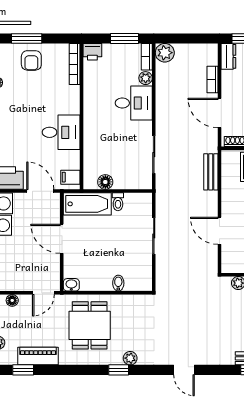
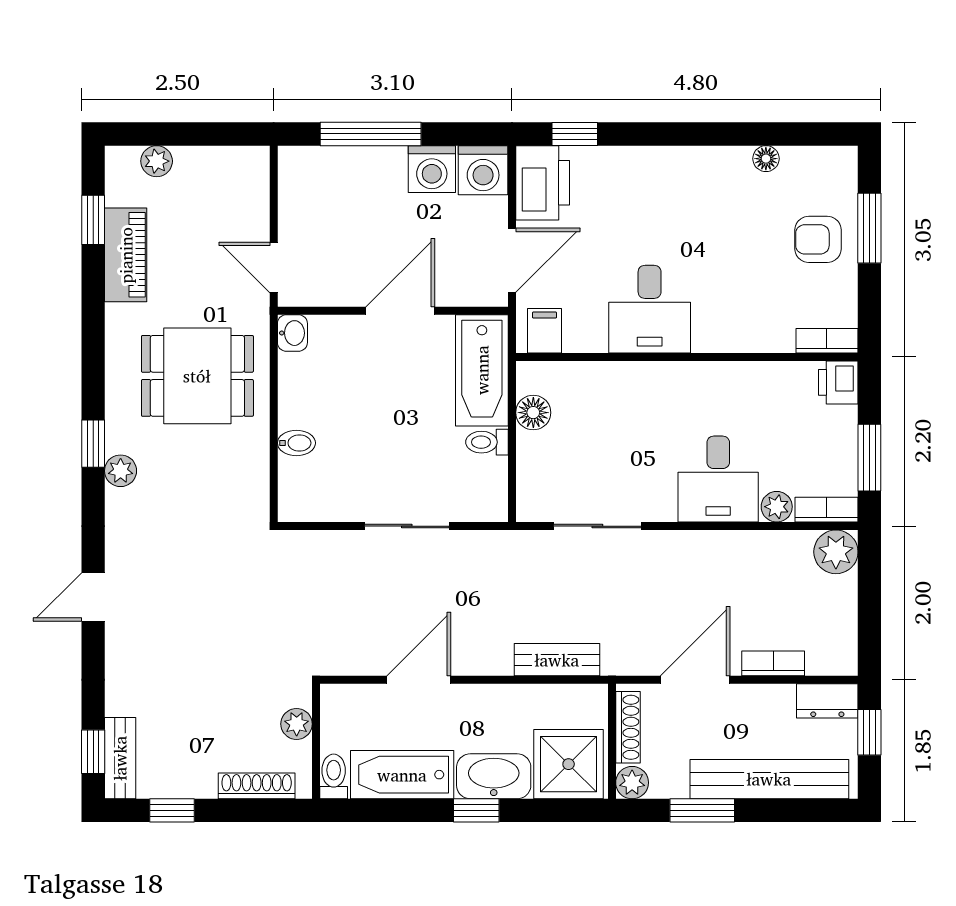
bookcase: (75, 64) -> (827, 341), width x0.64
floor lamp: (12, 300) -> (256, 194), removed

